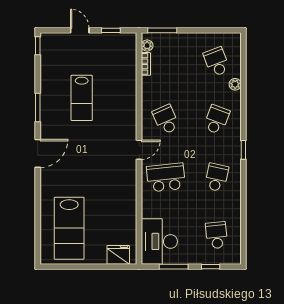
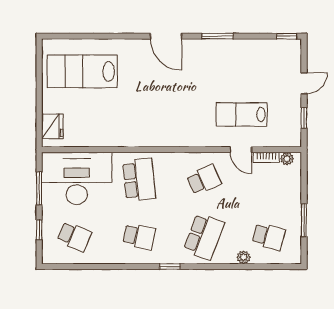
window: (162, 30) -> (304, 220), moved
school desk: (217, 62) -> (269, 236), turned 36
lab bench: (82, 98) -> (242, 114), moved
school desk: (217, 120) -> (204, 236), width x1.85
door: (139, 150) -> (241, 150), moved
school desk: (217, 235) -> (74, 236), turned 30
desk: (159, 241) -> (77, 178), width x1.36, depth x1.30

